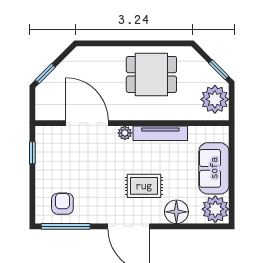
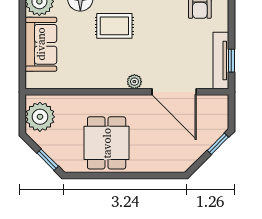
window: (219, 70) -> (48, 160), moved
dining table: (151, 74) -> (107, 143), turned 90
tv unit: (160, 133) -> (221, 60), moved, turned -90

